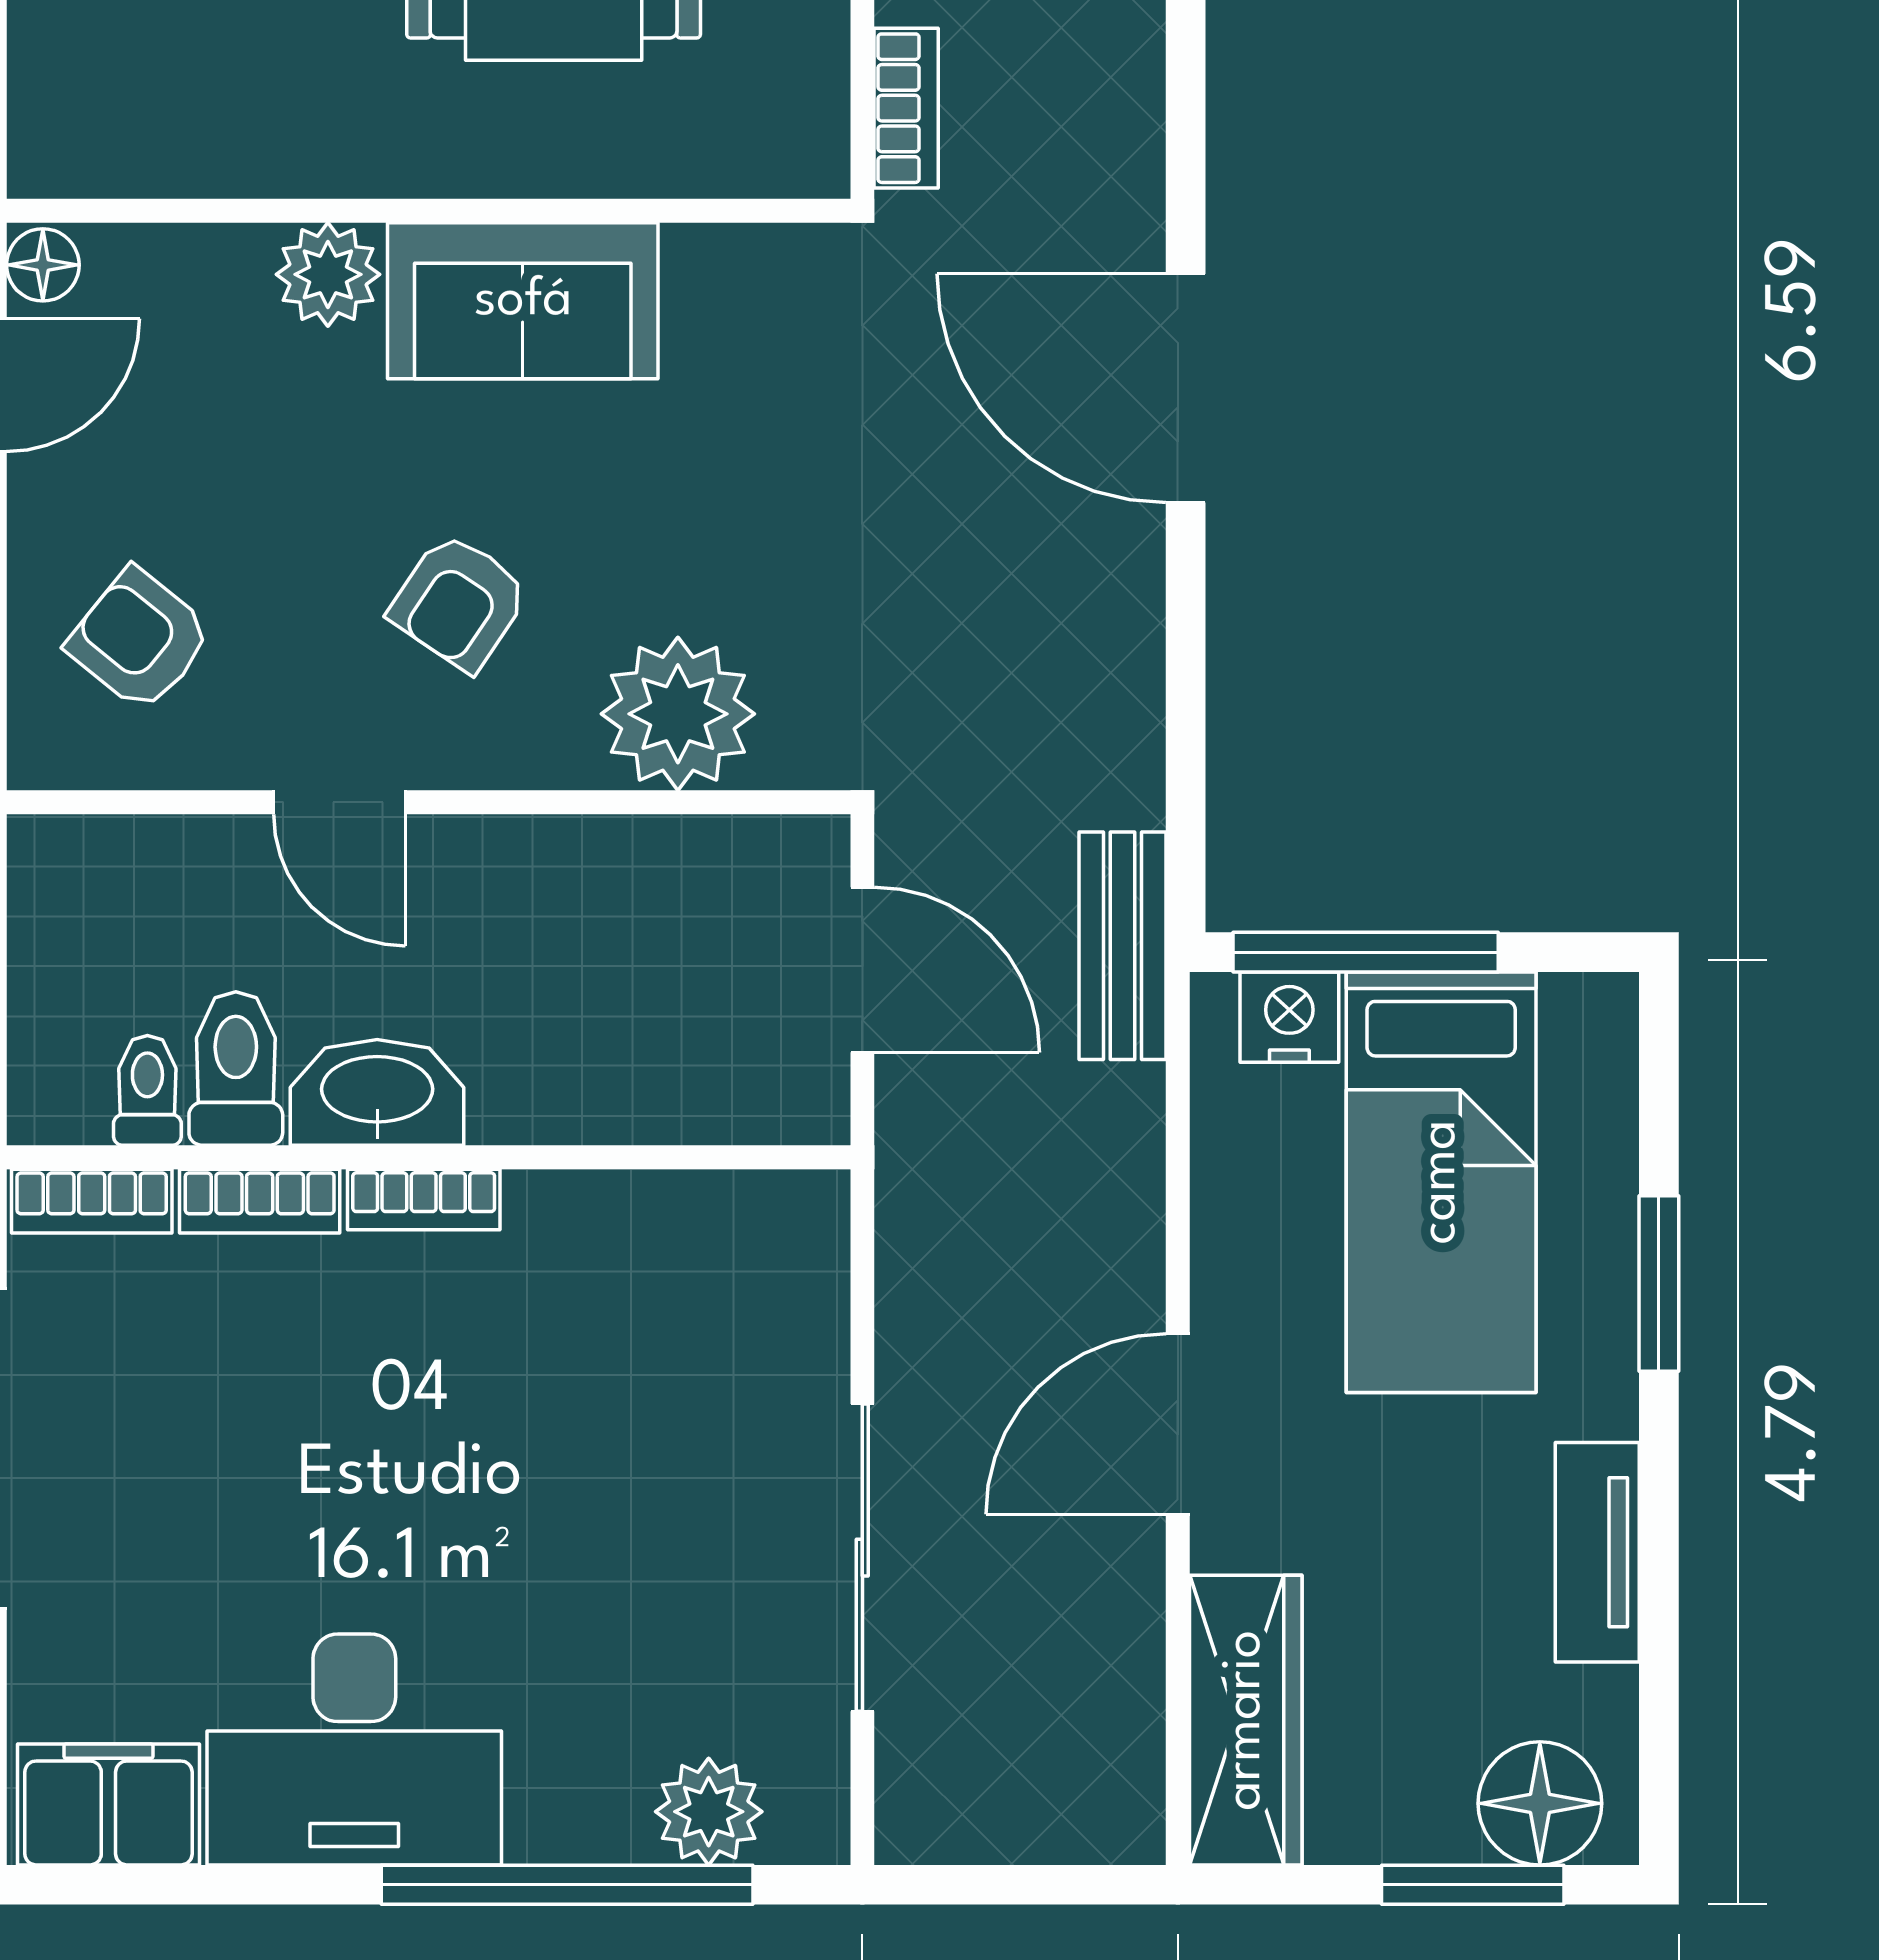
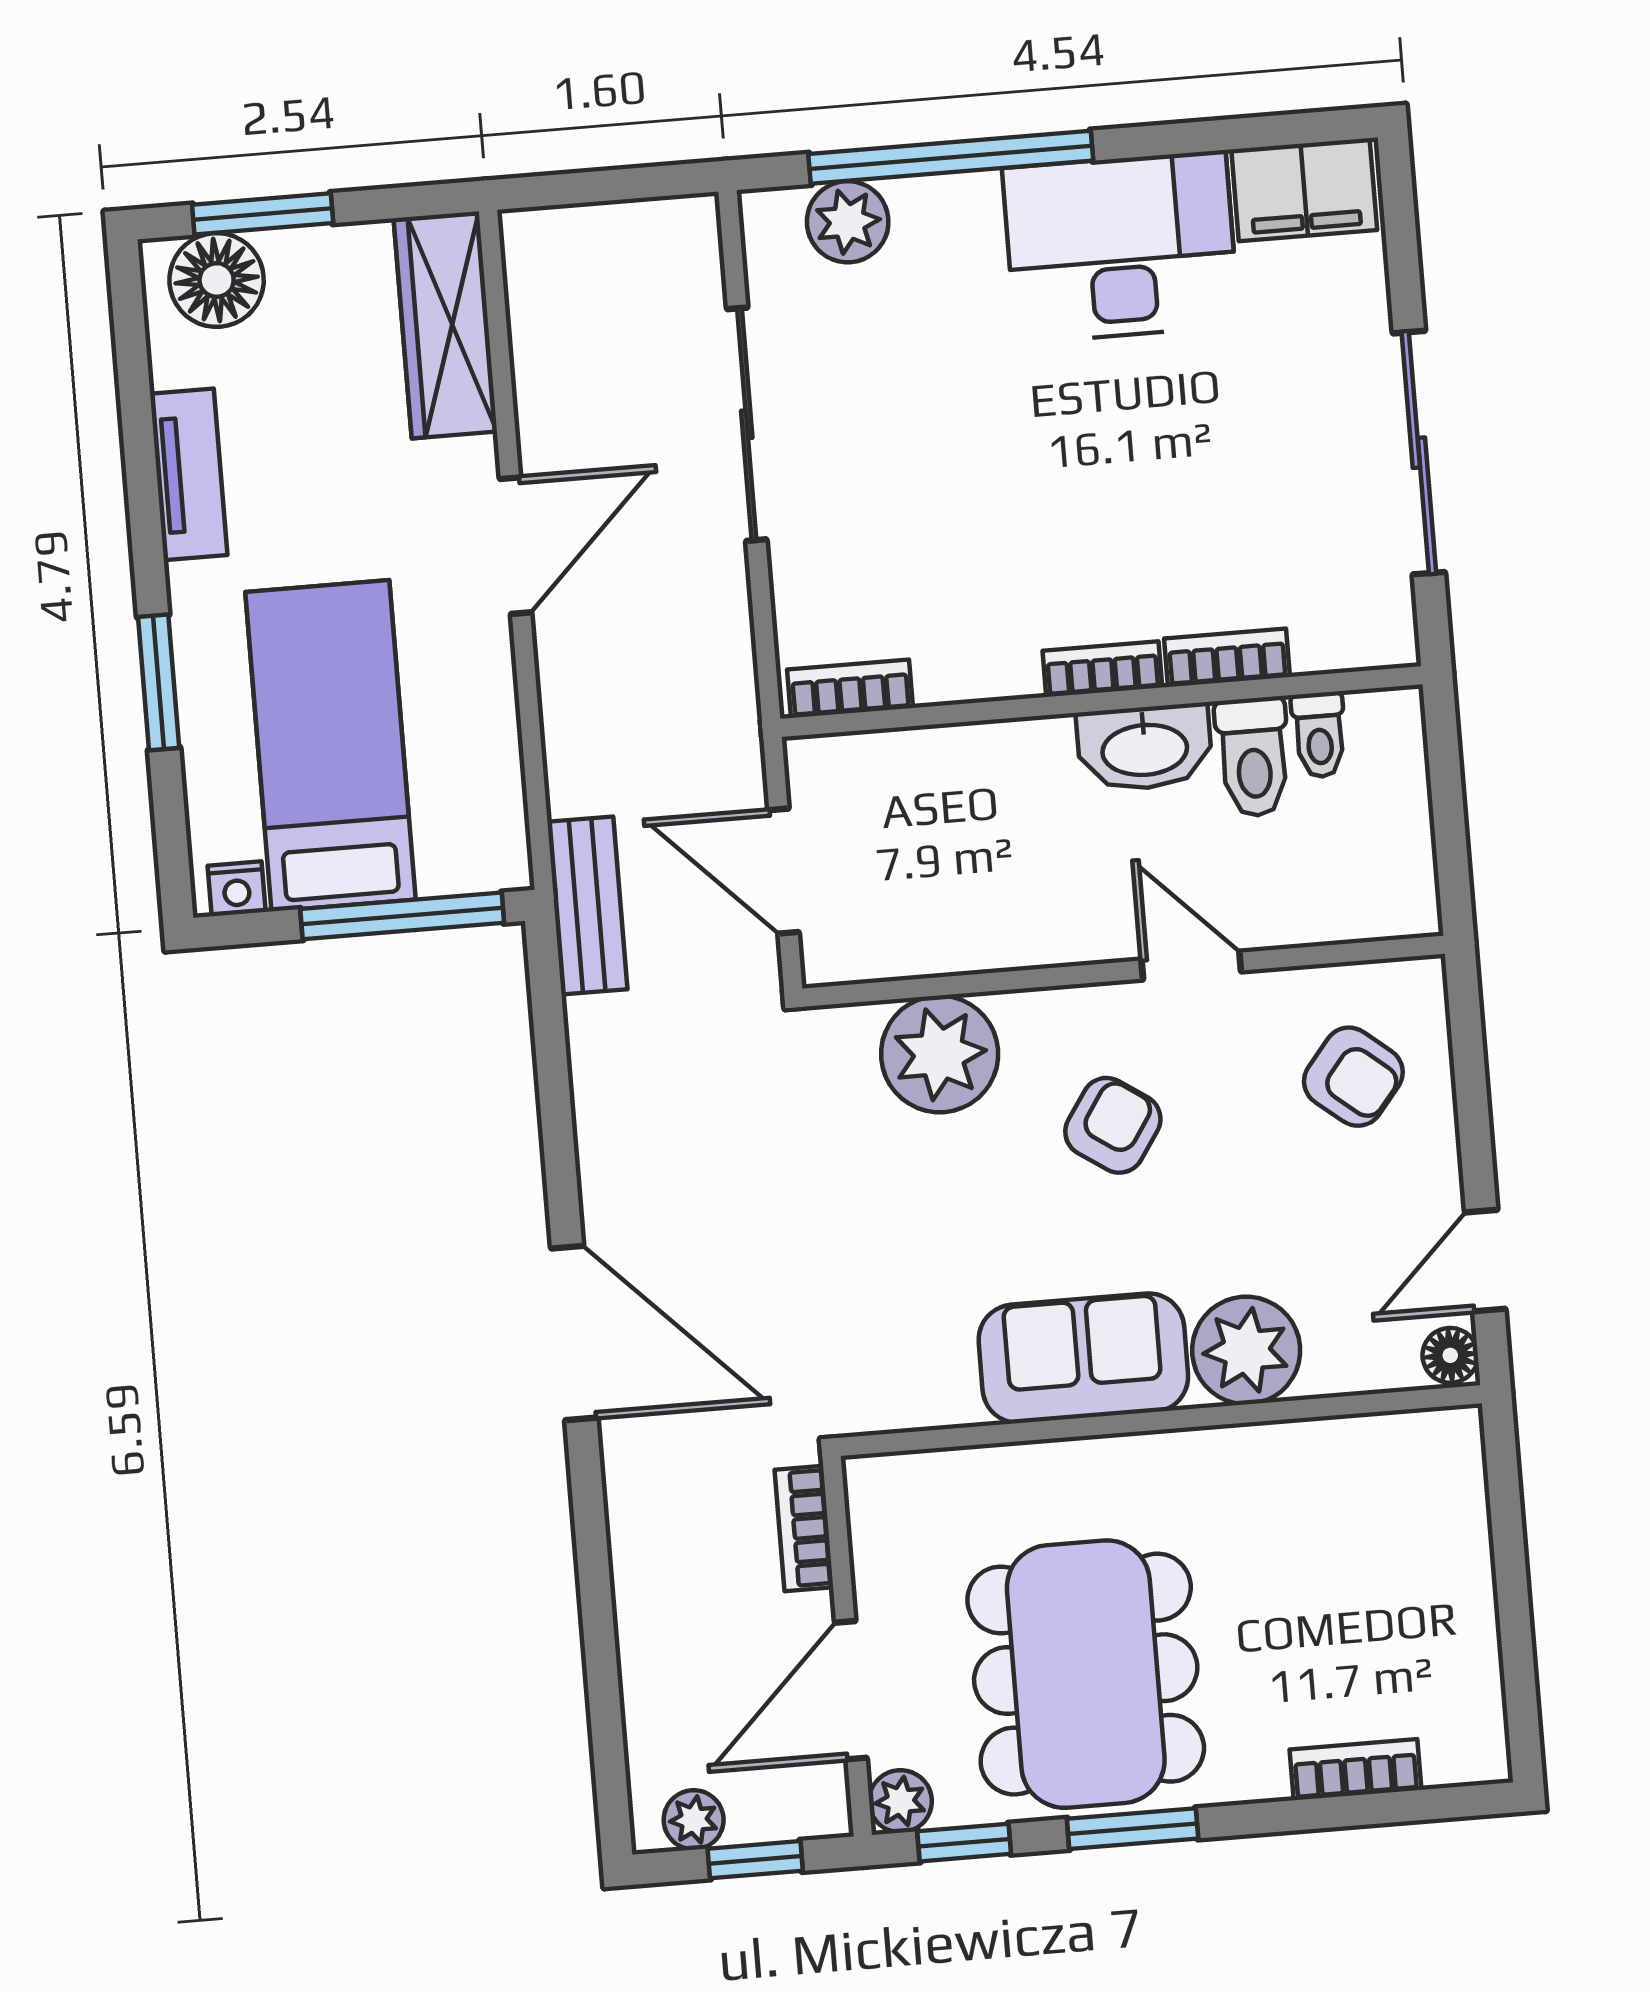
plant: (328, 274) -> (1246, 1350), width x1.36, depth x1.36
nightstand: (1289, 1017) -> (237, 889), moved, width x0.72, depth x0.74
bookcase: (92, 1201) -> (850, 689), moved

